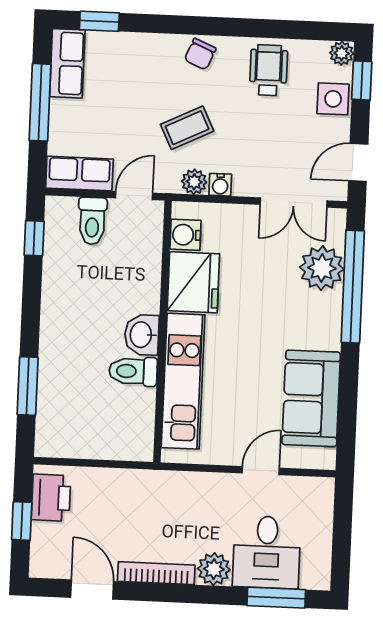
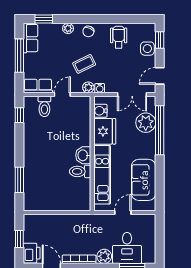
plant: (342, 53) -> (68, 28), moved
water cooler: (185, 235) -> (100, 111), moved
fridge: (193, 282) -> (105, 131), moved
wall: (163, 332) -> (92, 153), moved
washbasin: (142, 335) -> (83, 155), moved
toilet: (133, 371) -> (80, 171), moved
kitchen unit: (183, 381) -> (102, 175), moved
printer: (51, 498) -> (32, 253), moved

